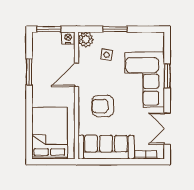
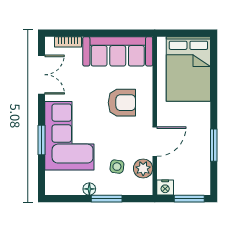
floor lamp: (129, 37) -> (89, 189), added
plant: (86, 40) -> (143, 168), moved

